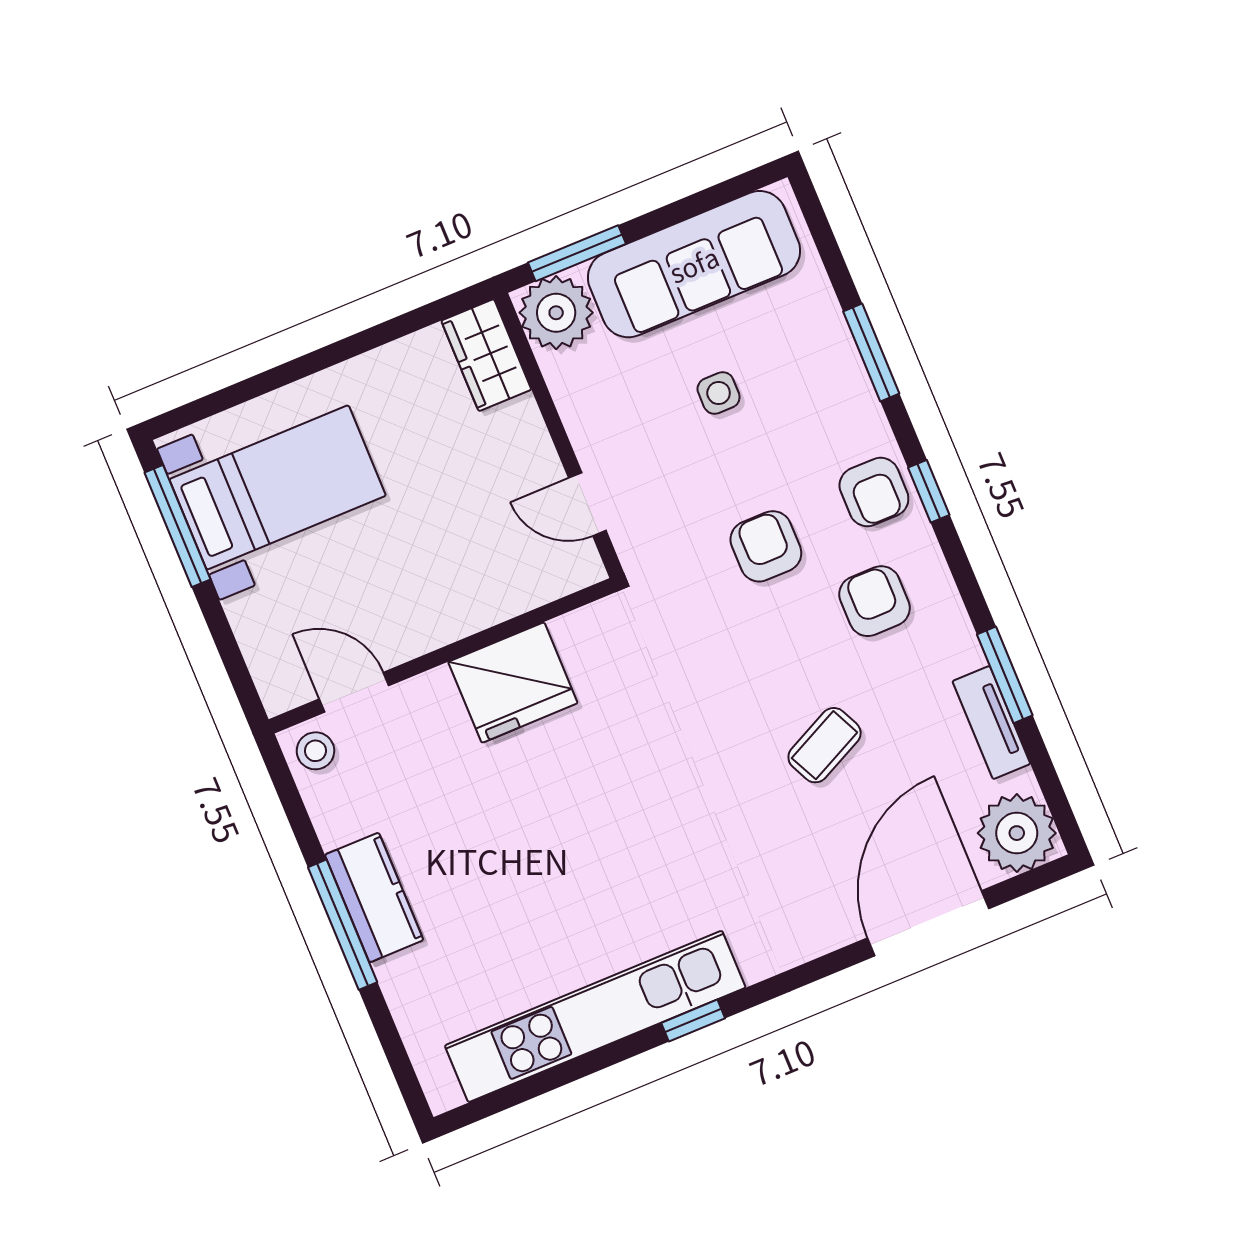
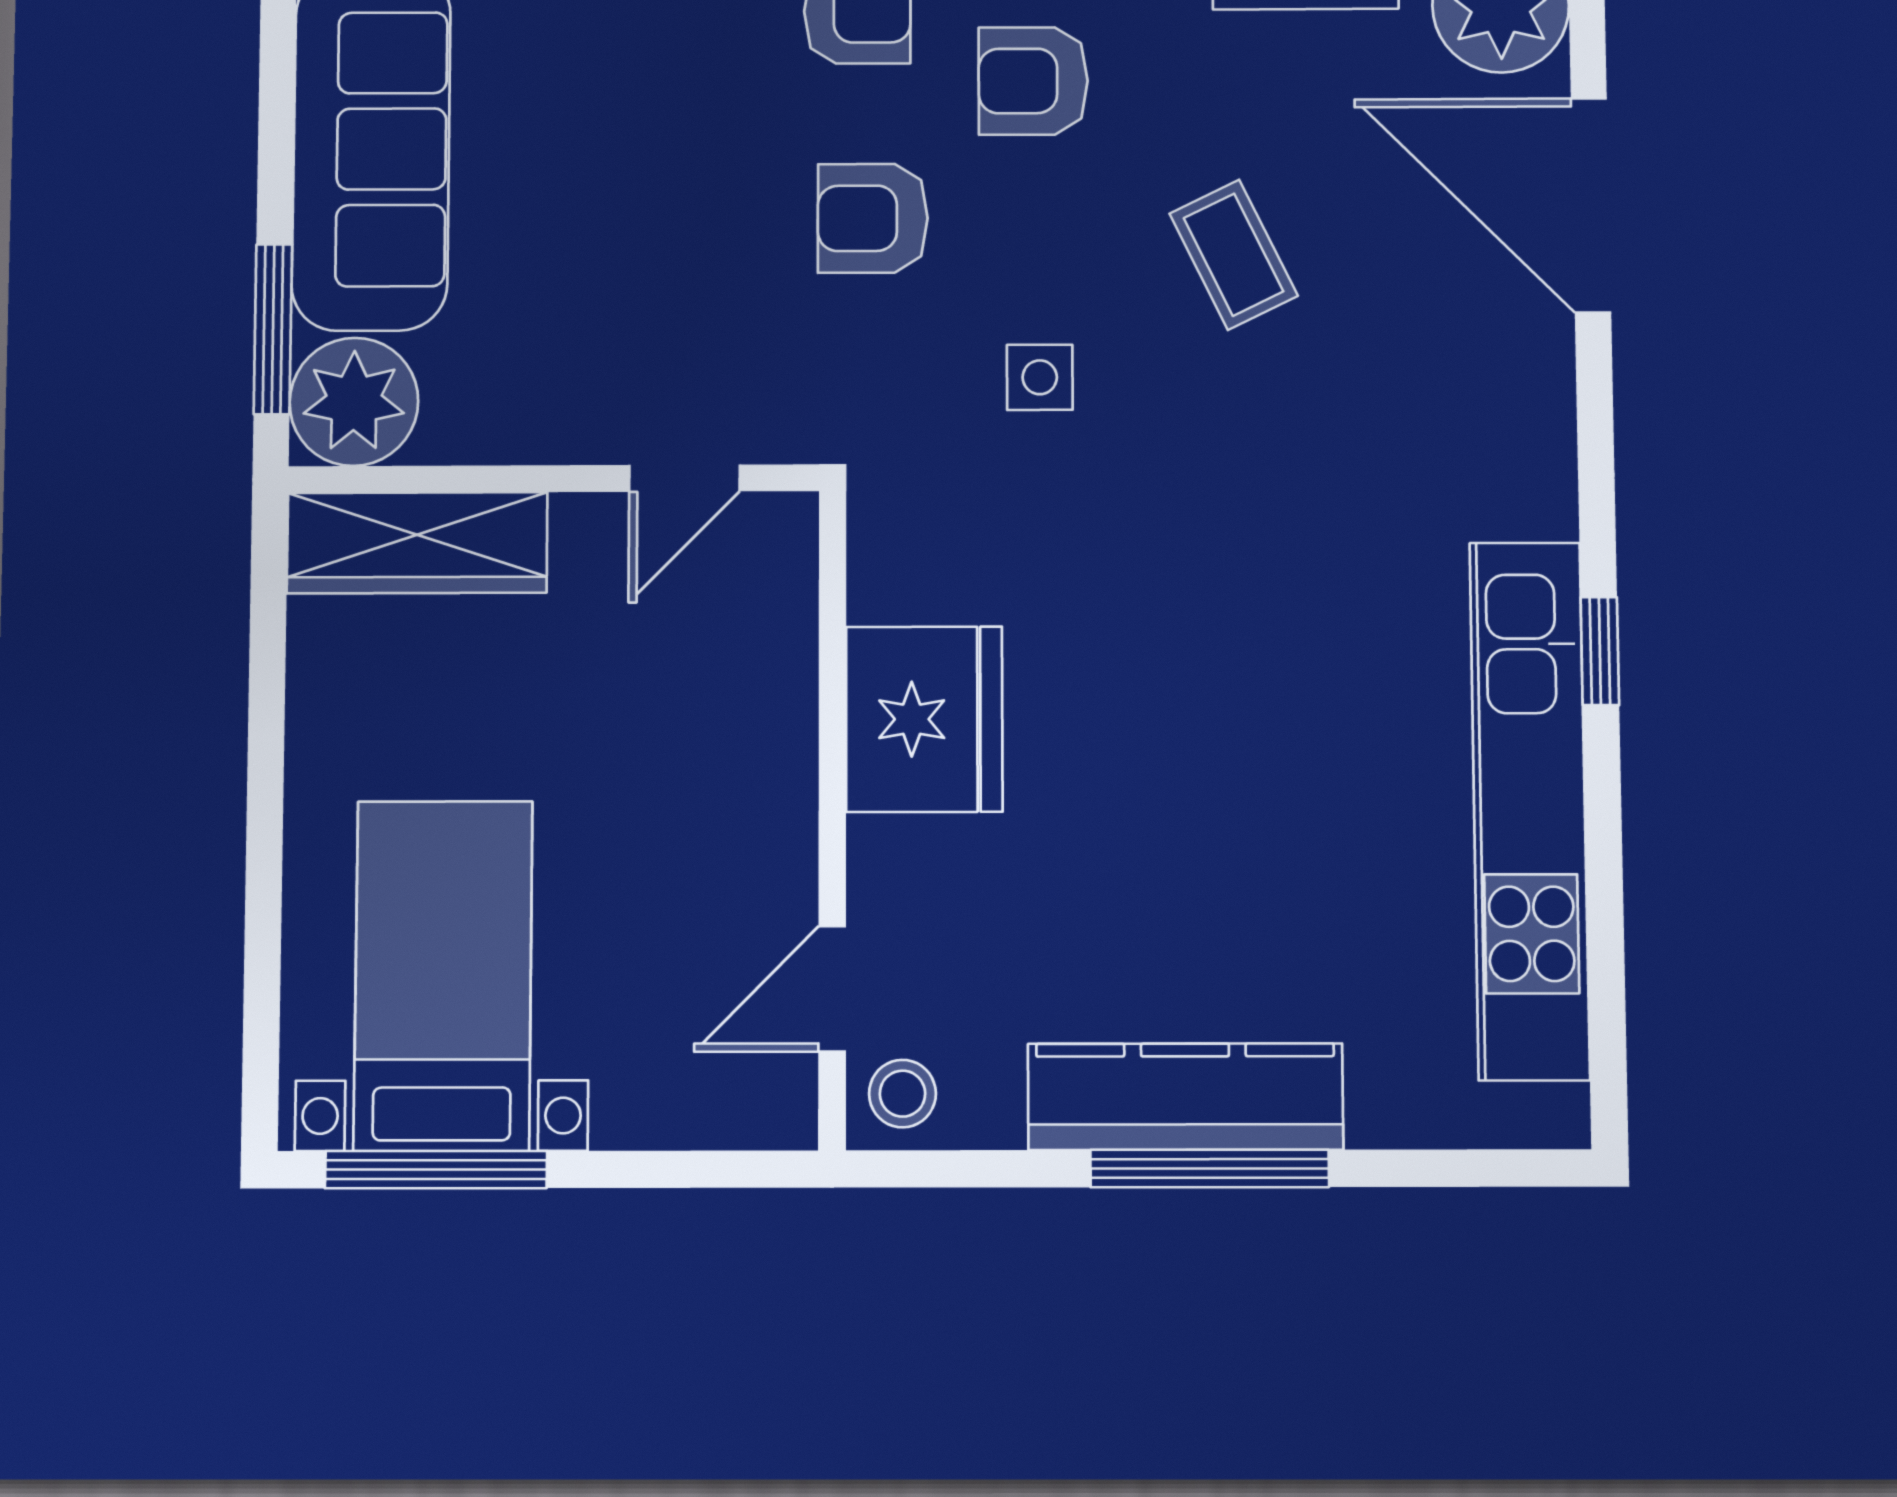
wardrobe: (486, 355) -> (417, 543), width x1.50
side table: (719, 393) -> (1040, 377), moved
kitchen counter: (374, 897) -> (1185, 1097), width x1.50

